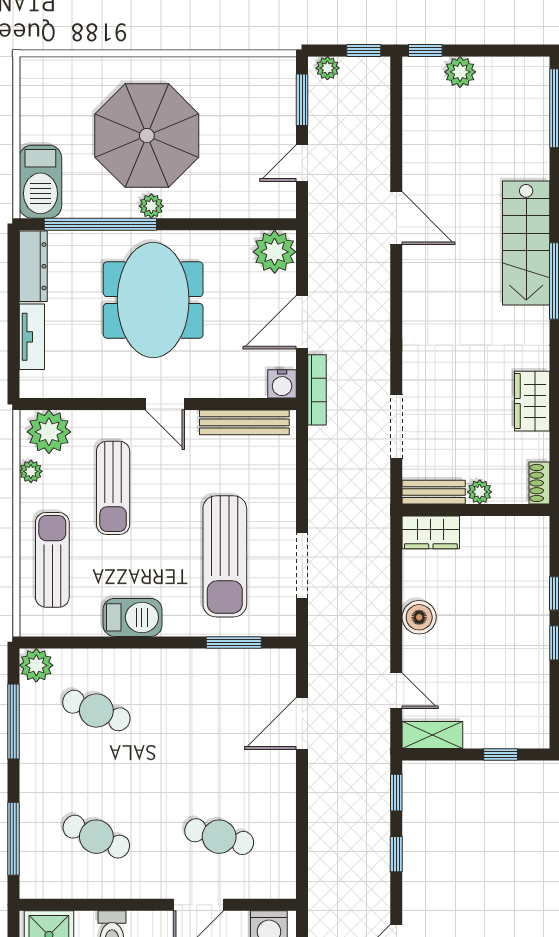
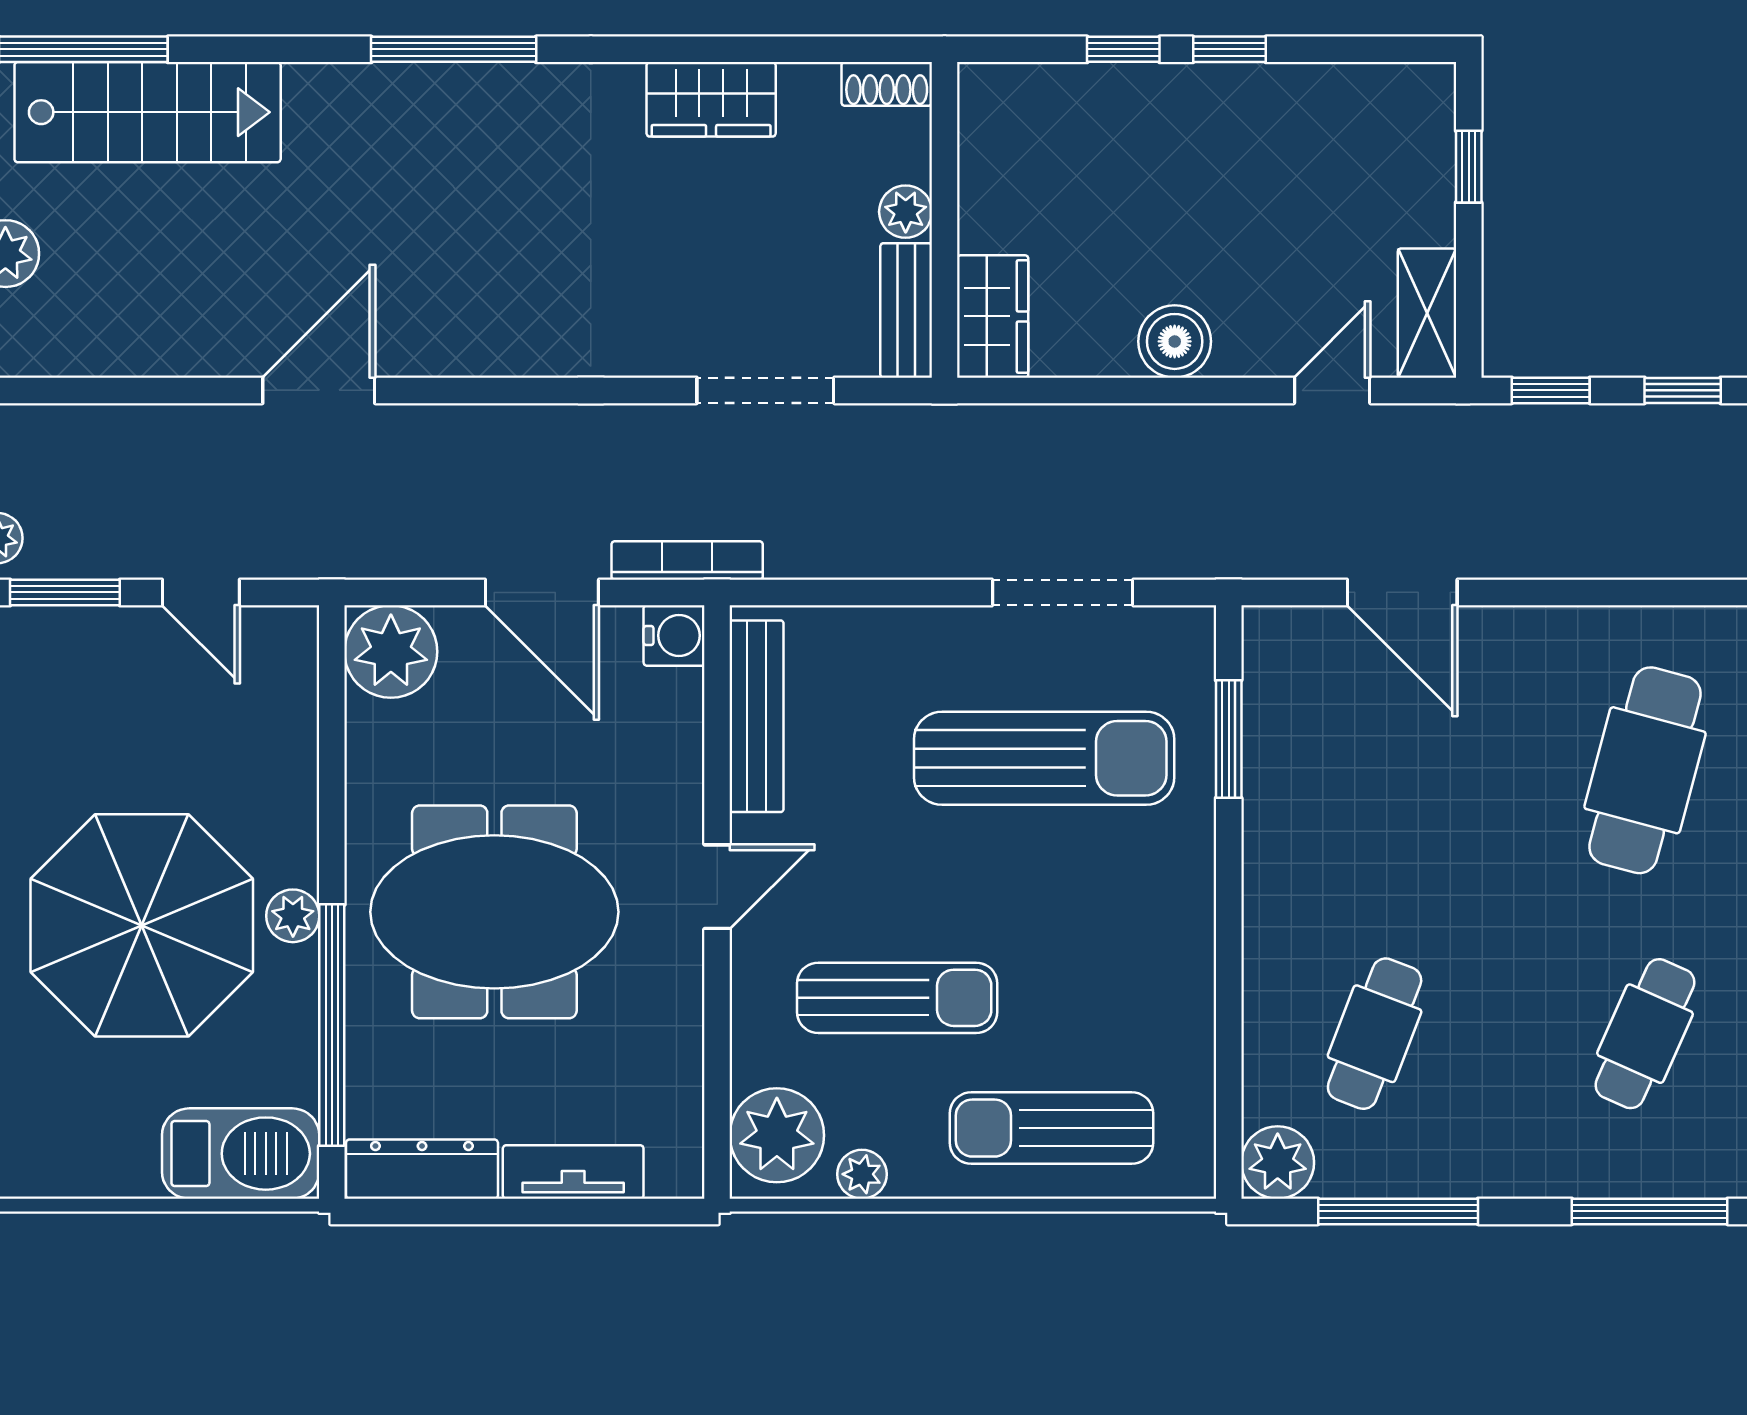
stairs: (526, 243) -> (148, 112), moved
barbecue: (133, 617) -> (1175, 956), removed
cafe table: (219, 837) -> (1645, 770), width x1.37, depth x1.35

